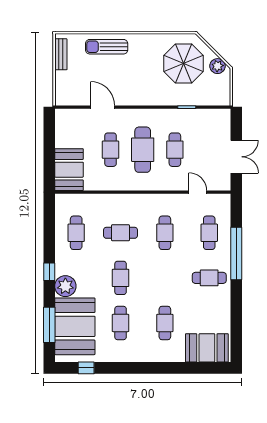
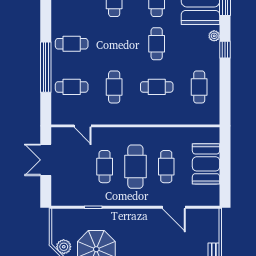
booth: (69, 170) -> (206, 164), moved
cafe table: (209, 233) -> (72, 87), turned 90
plant: (65, 286) -> (214, 36), width x0.53, depth x0.53

